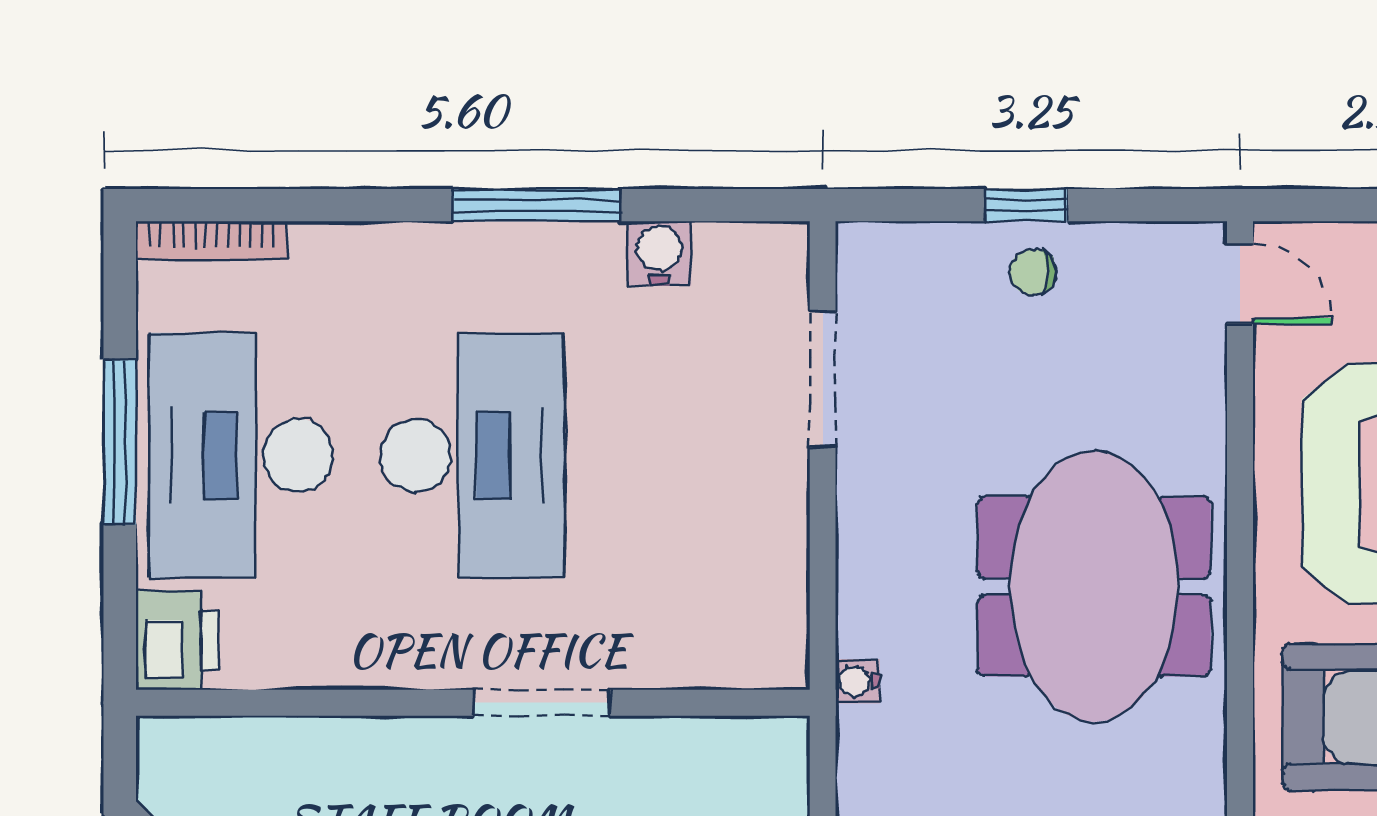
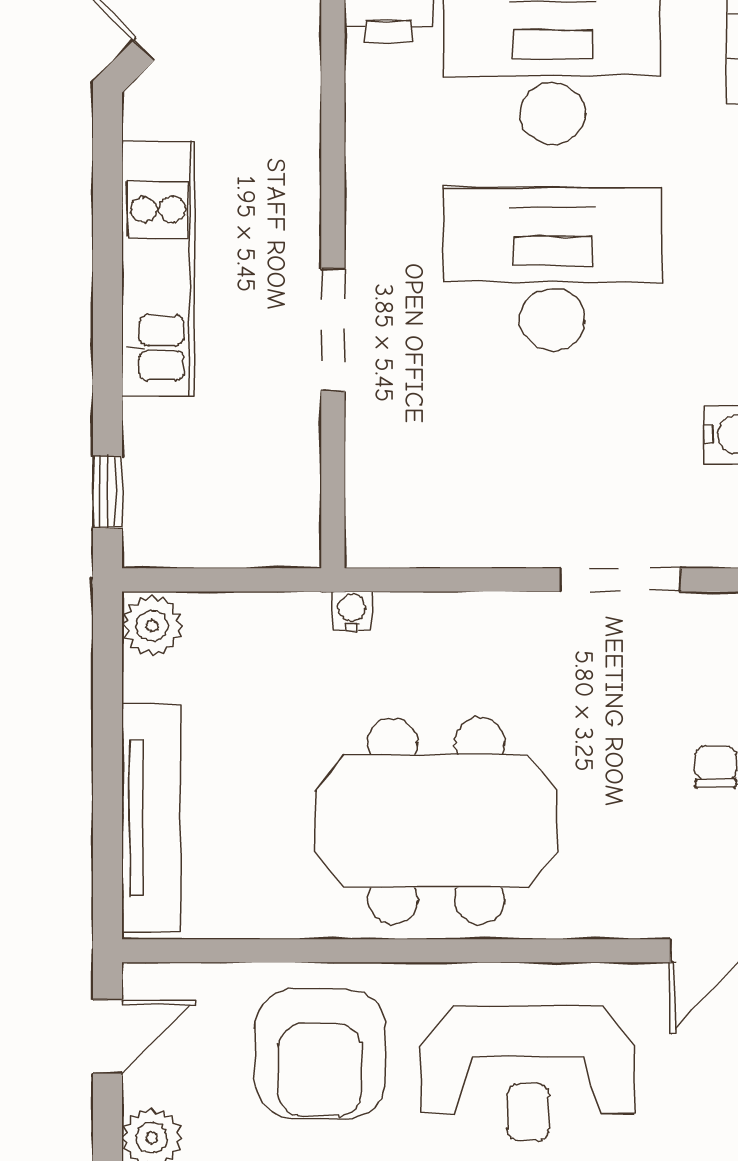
desk: (473, 456) -> (553, 269), turned 180

